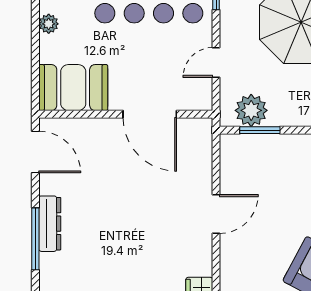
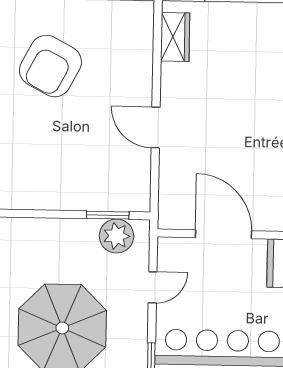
door: (216, 214) -> (156, 128), hinge flipped

